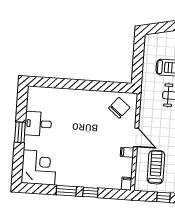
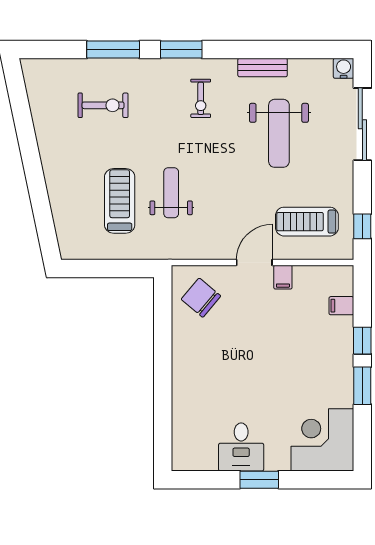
filing cabinet: (127, 184) -> (341, 306), moved
window: (164, 197) -> (362, 226), moved

